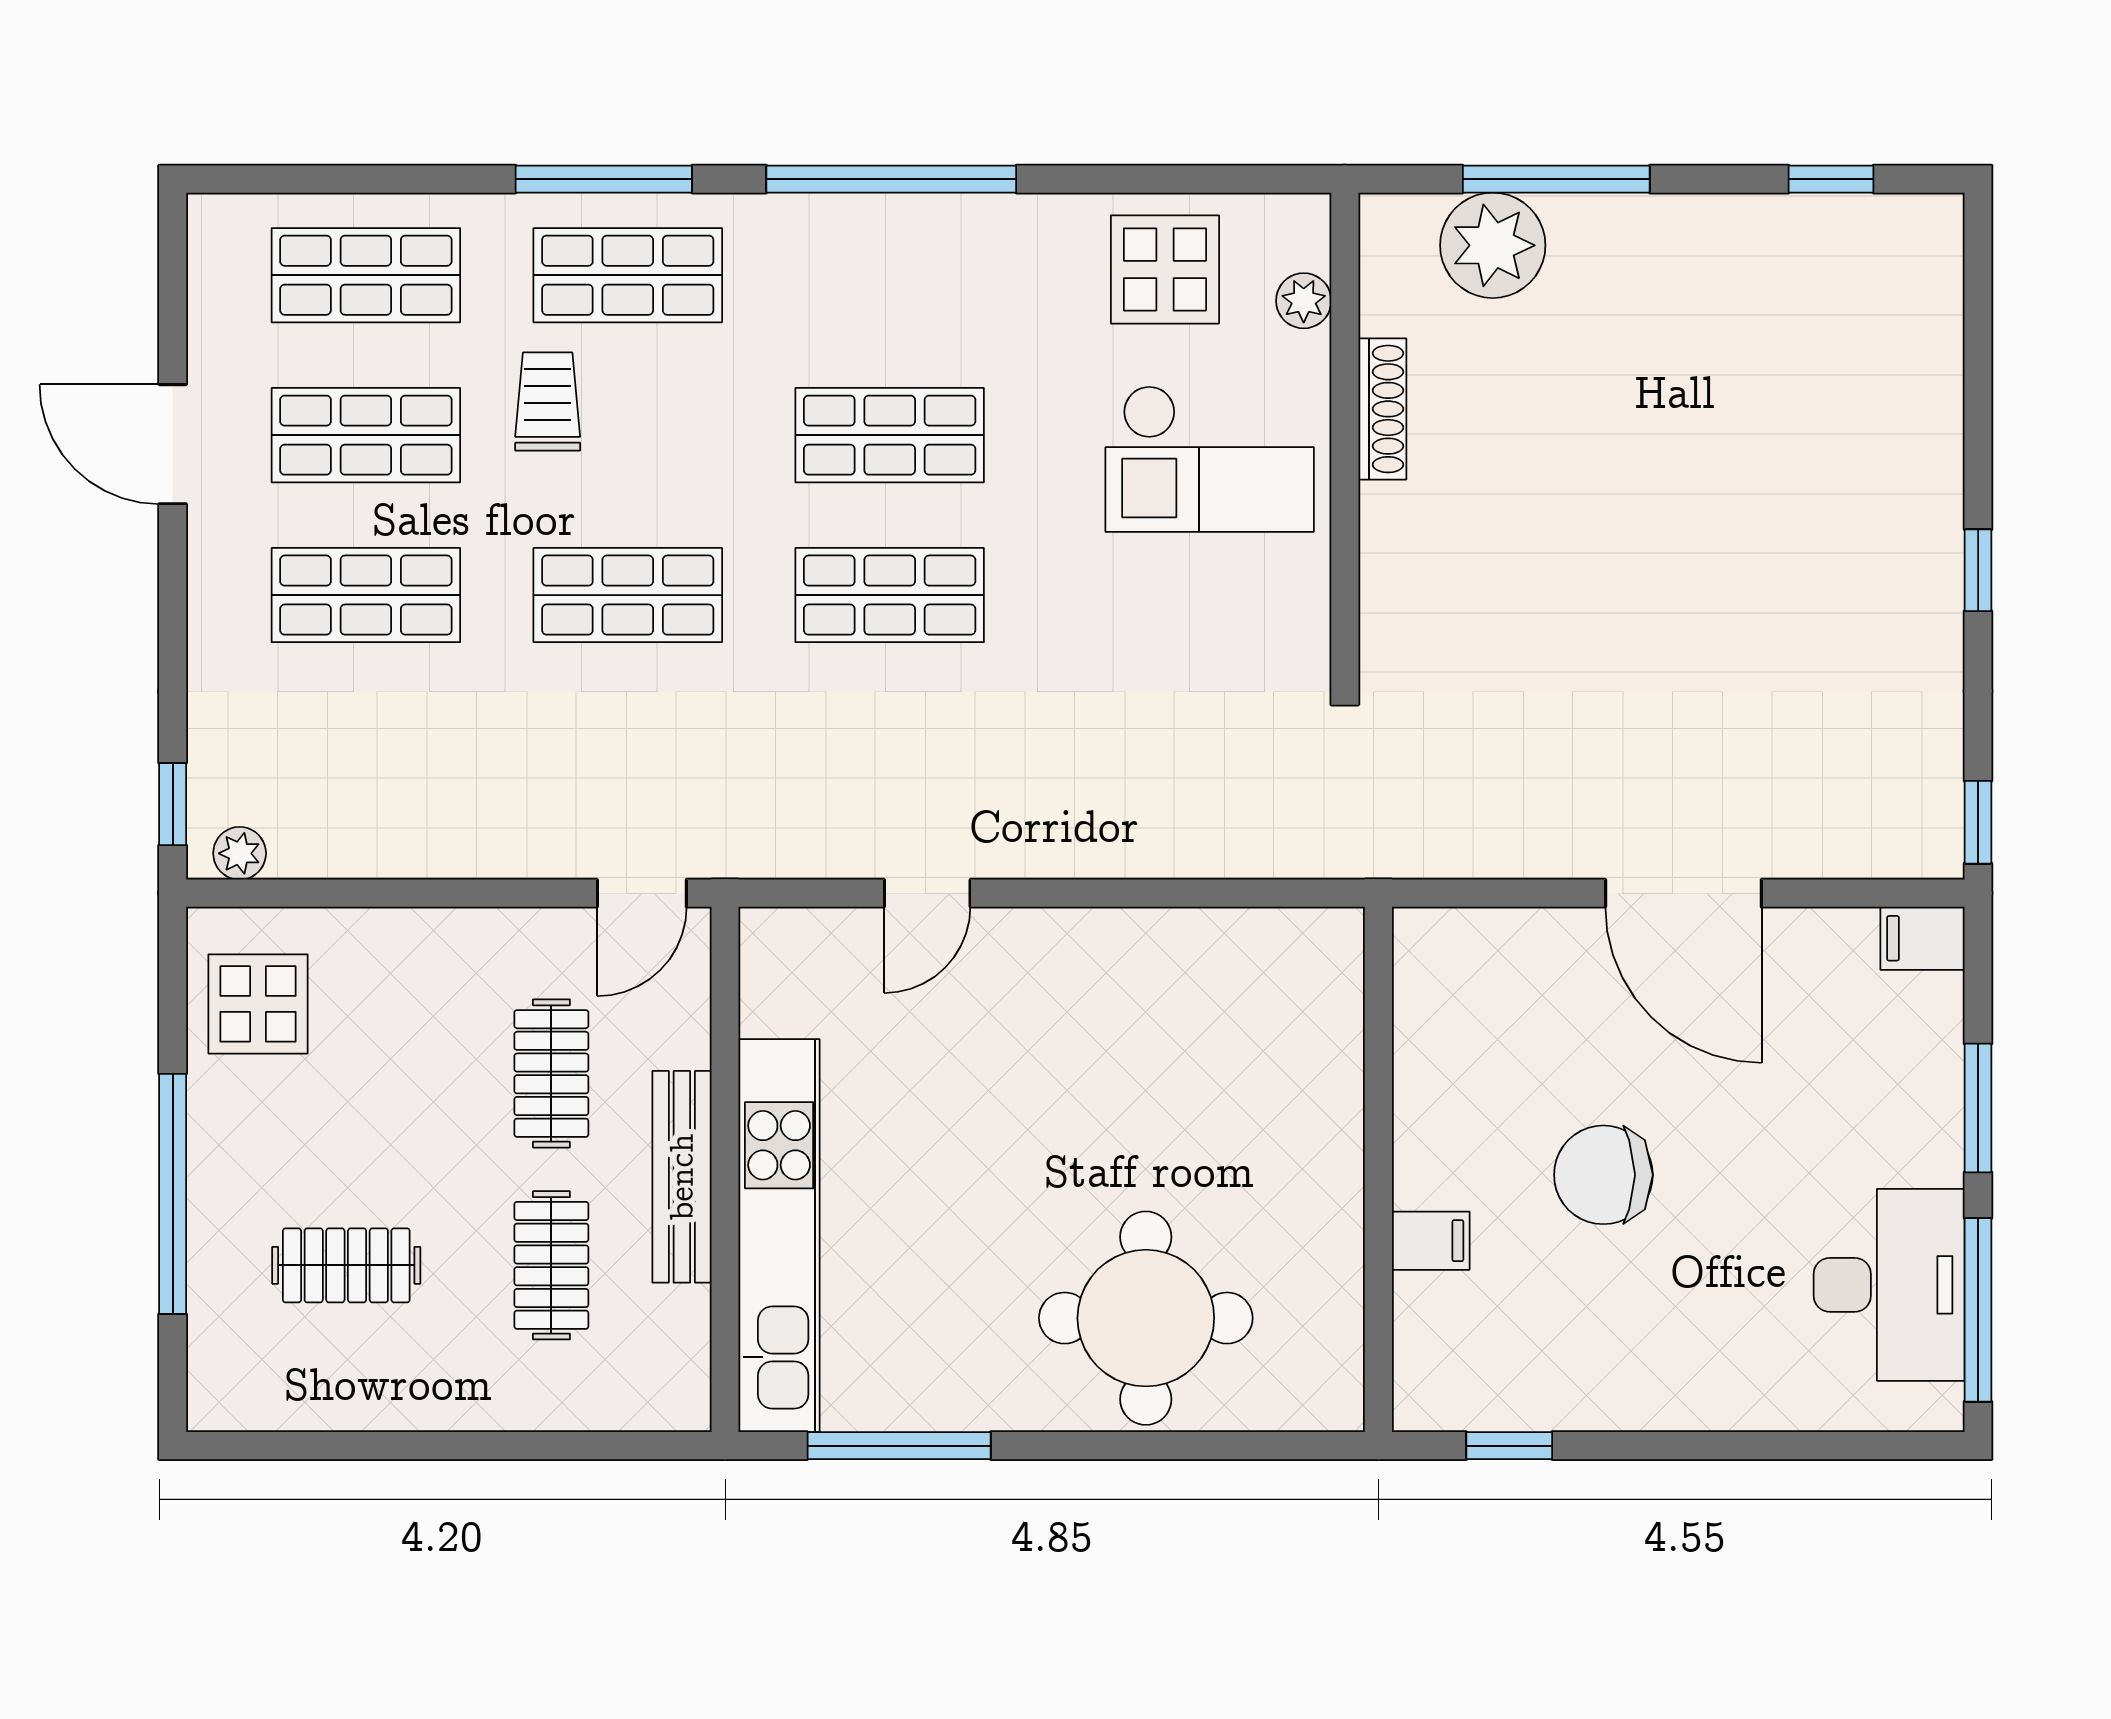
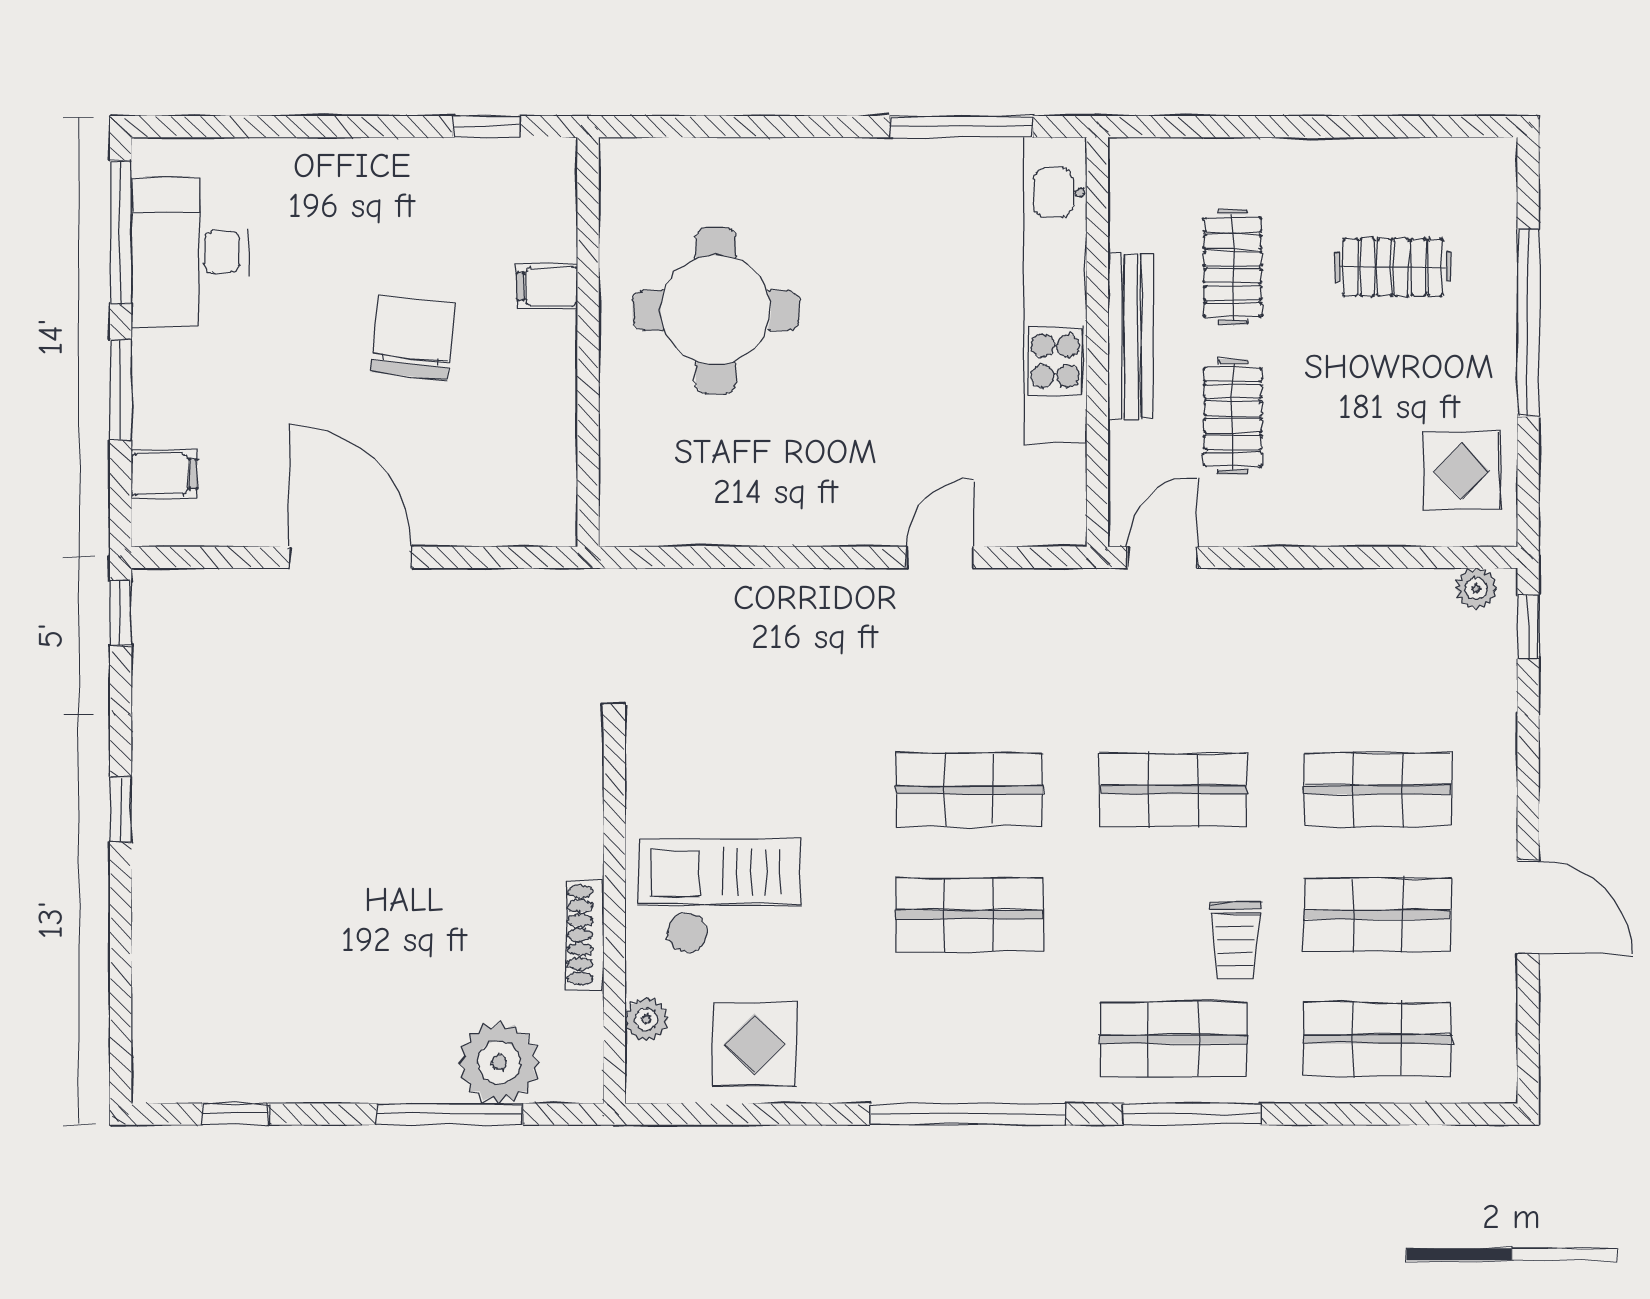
filing cabinet: (1922, 938) -> (164, 474), moved
chair: (1603, 1175) -> (413, 338), turned -84
round table: (1146, 1318) -> (716, 310), moved

